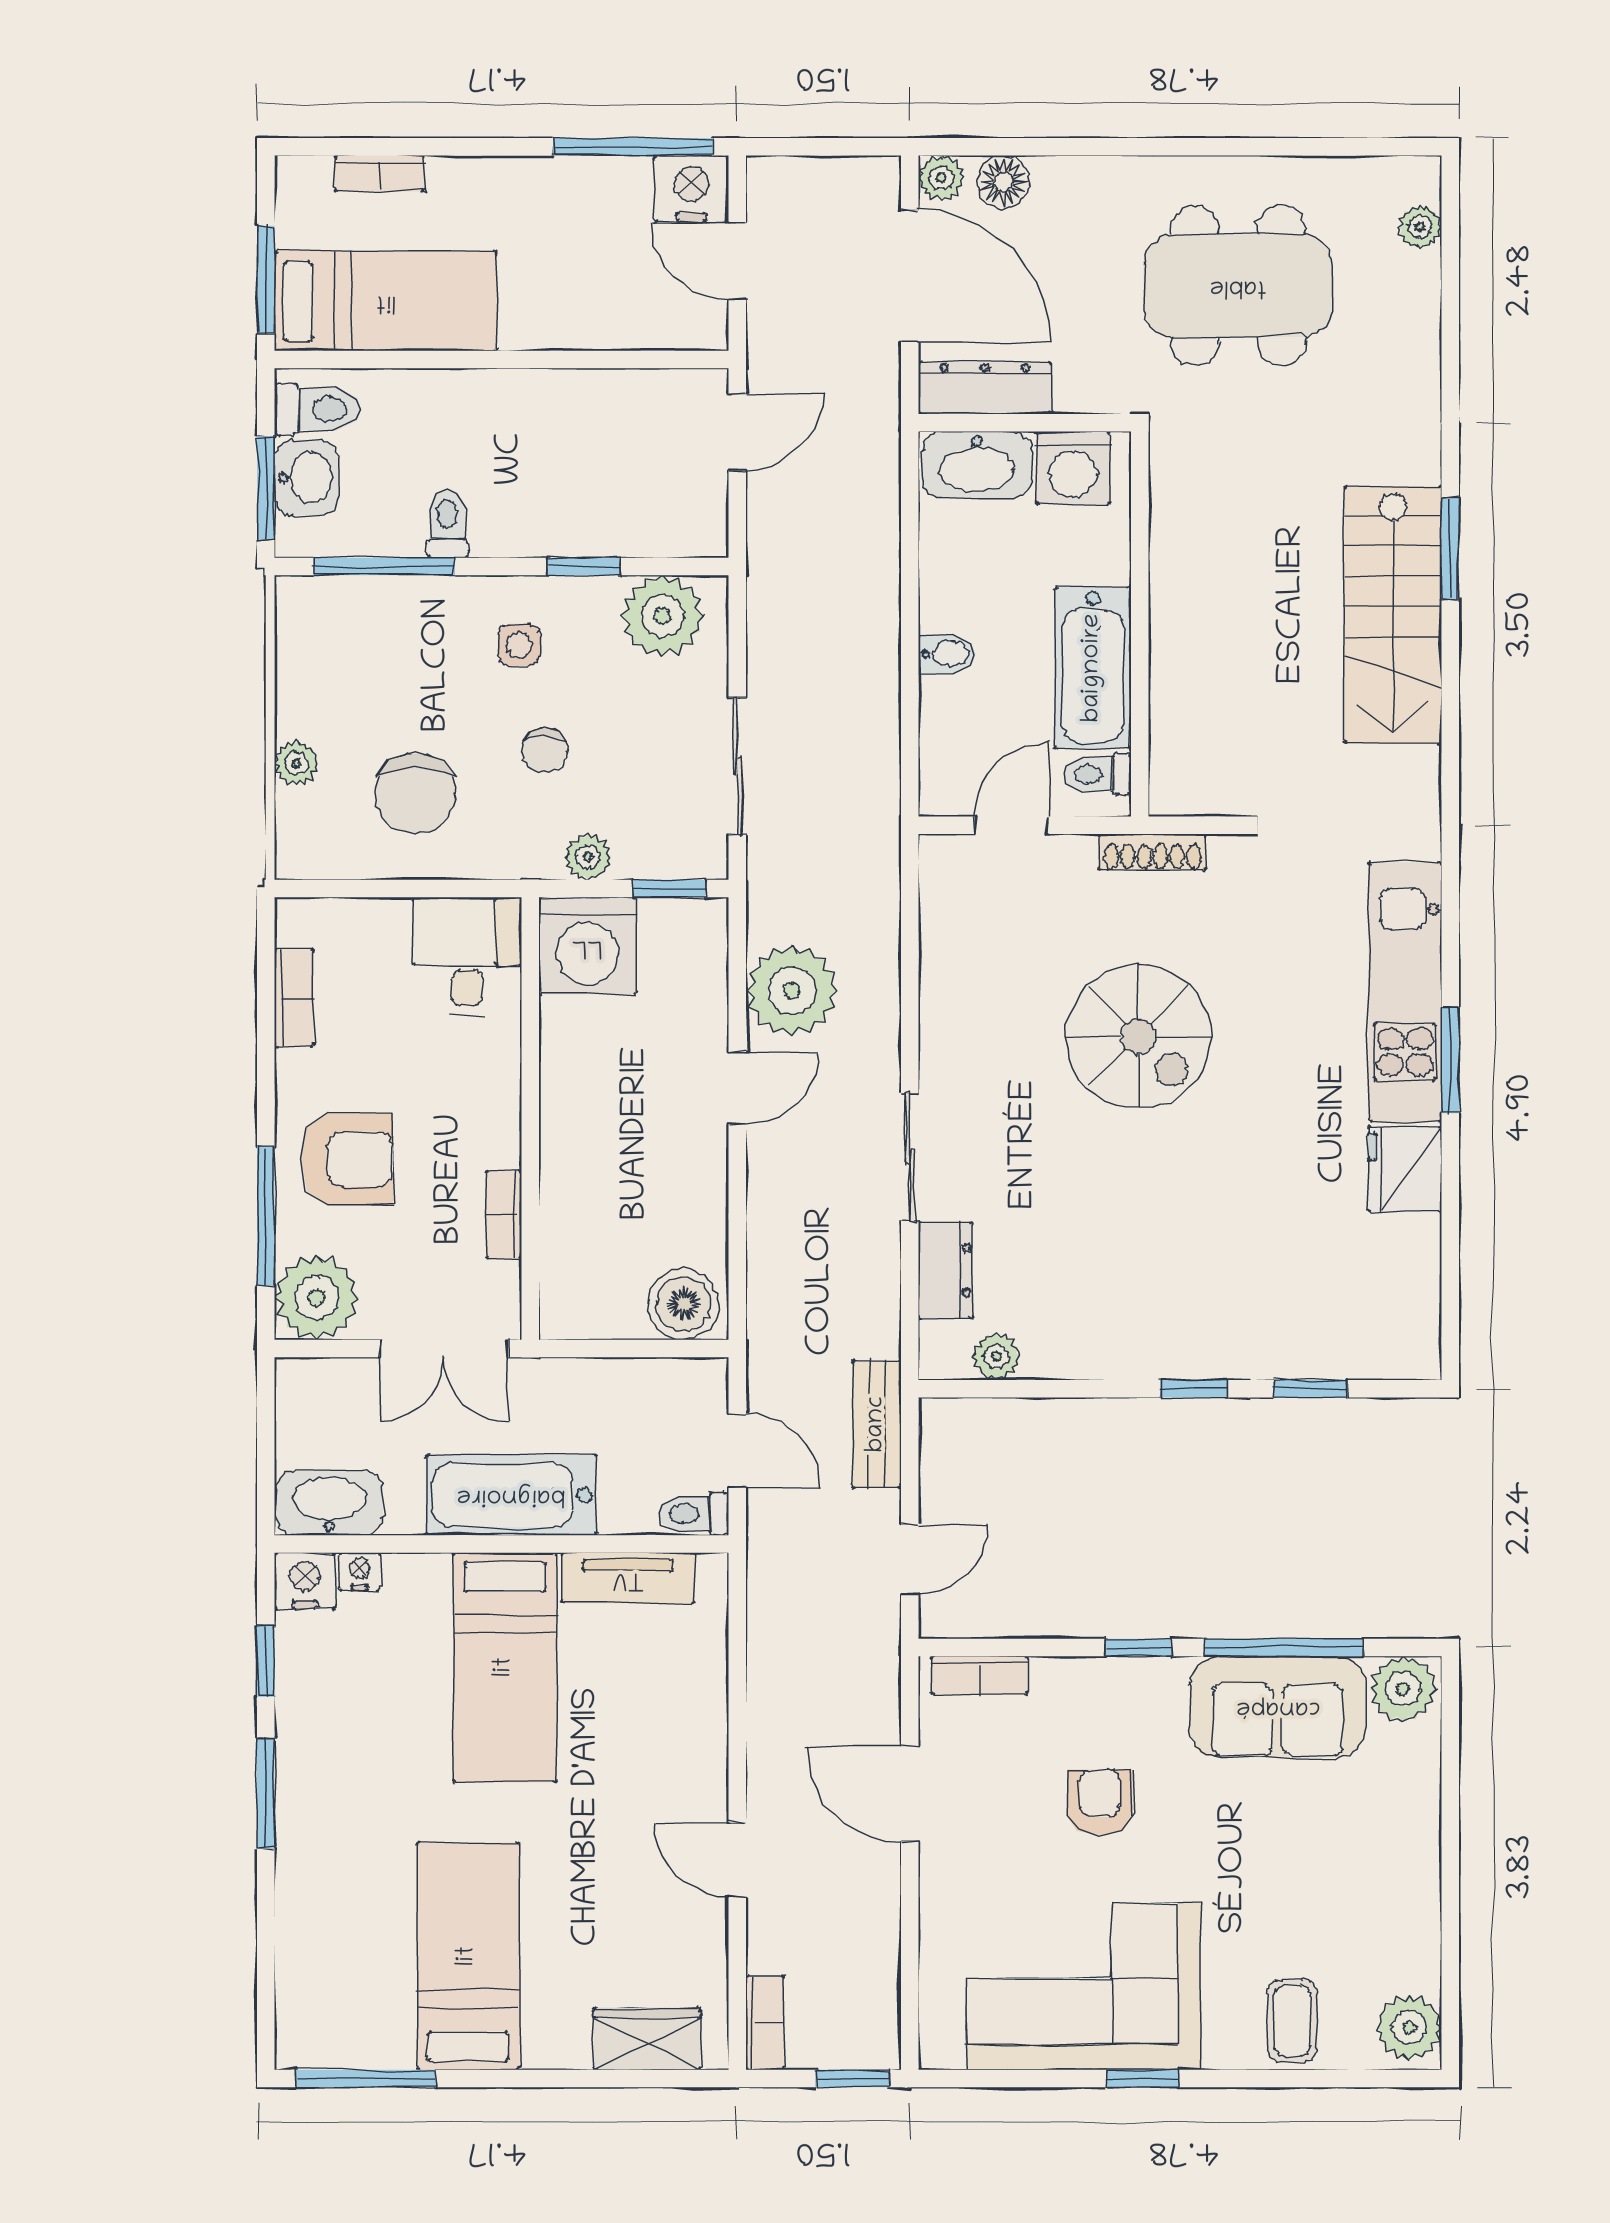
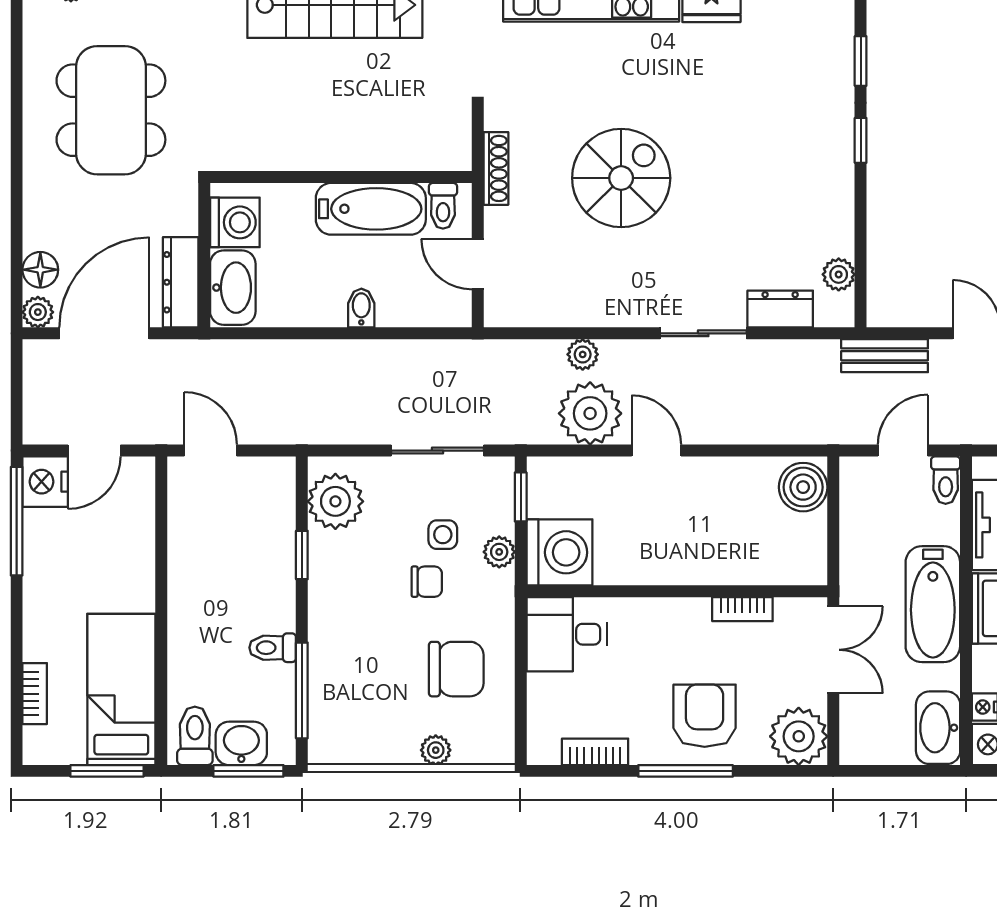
side table: (519, 645) -> (443, 535), moved
plant: (879, 980) -> (583, 354), added
window: (266, 1216) -> (686, 771), moved

